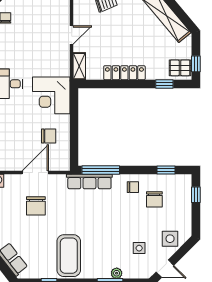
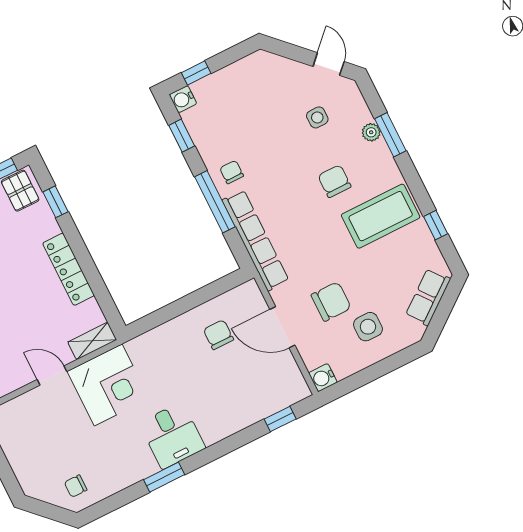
corner desk: (51, 95) -> (108, 385), moved
window: (101, 170) -> (215, 202), moved
water cooler: (185, 181) -> (183, 99), added
row of seats: (89, 182) -> (256, 240), width x1.36
chair: (154, 199) -> (334, 181), moved, turned -90
side table: (170, 239) -> (368, 327), moved

